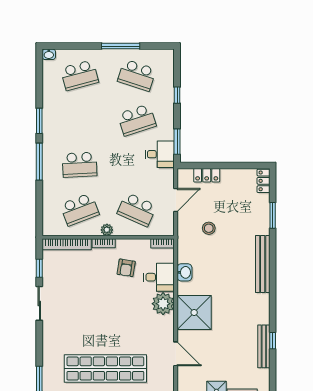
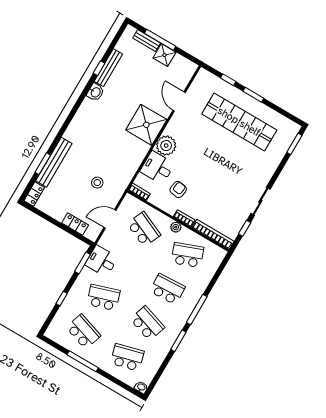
school desk: (80, 120) -> (147, 323), added
bench: (263, 264) -> (54, 162), moved
washbasin: (184, 272) -> (95, 92), moved, turned 180

